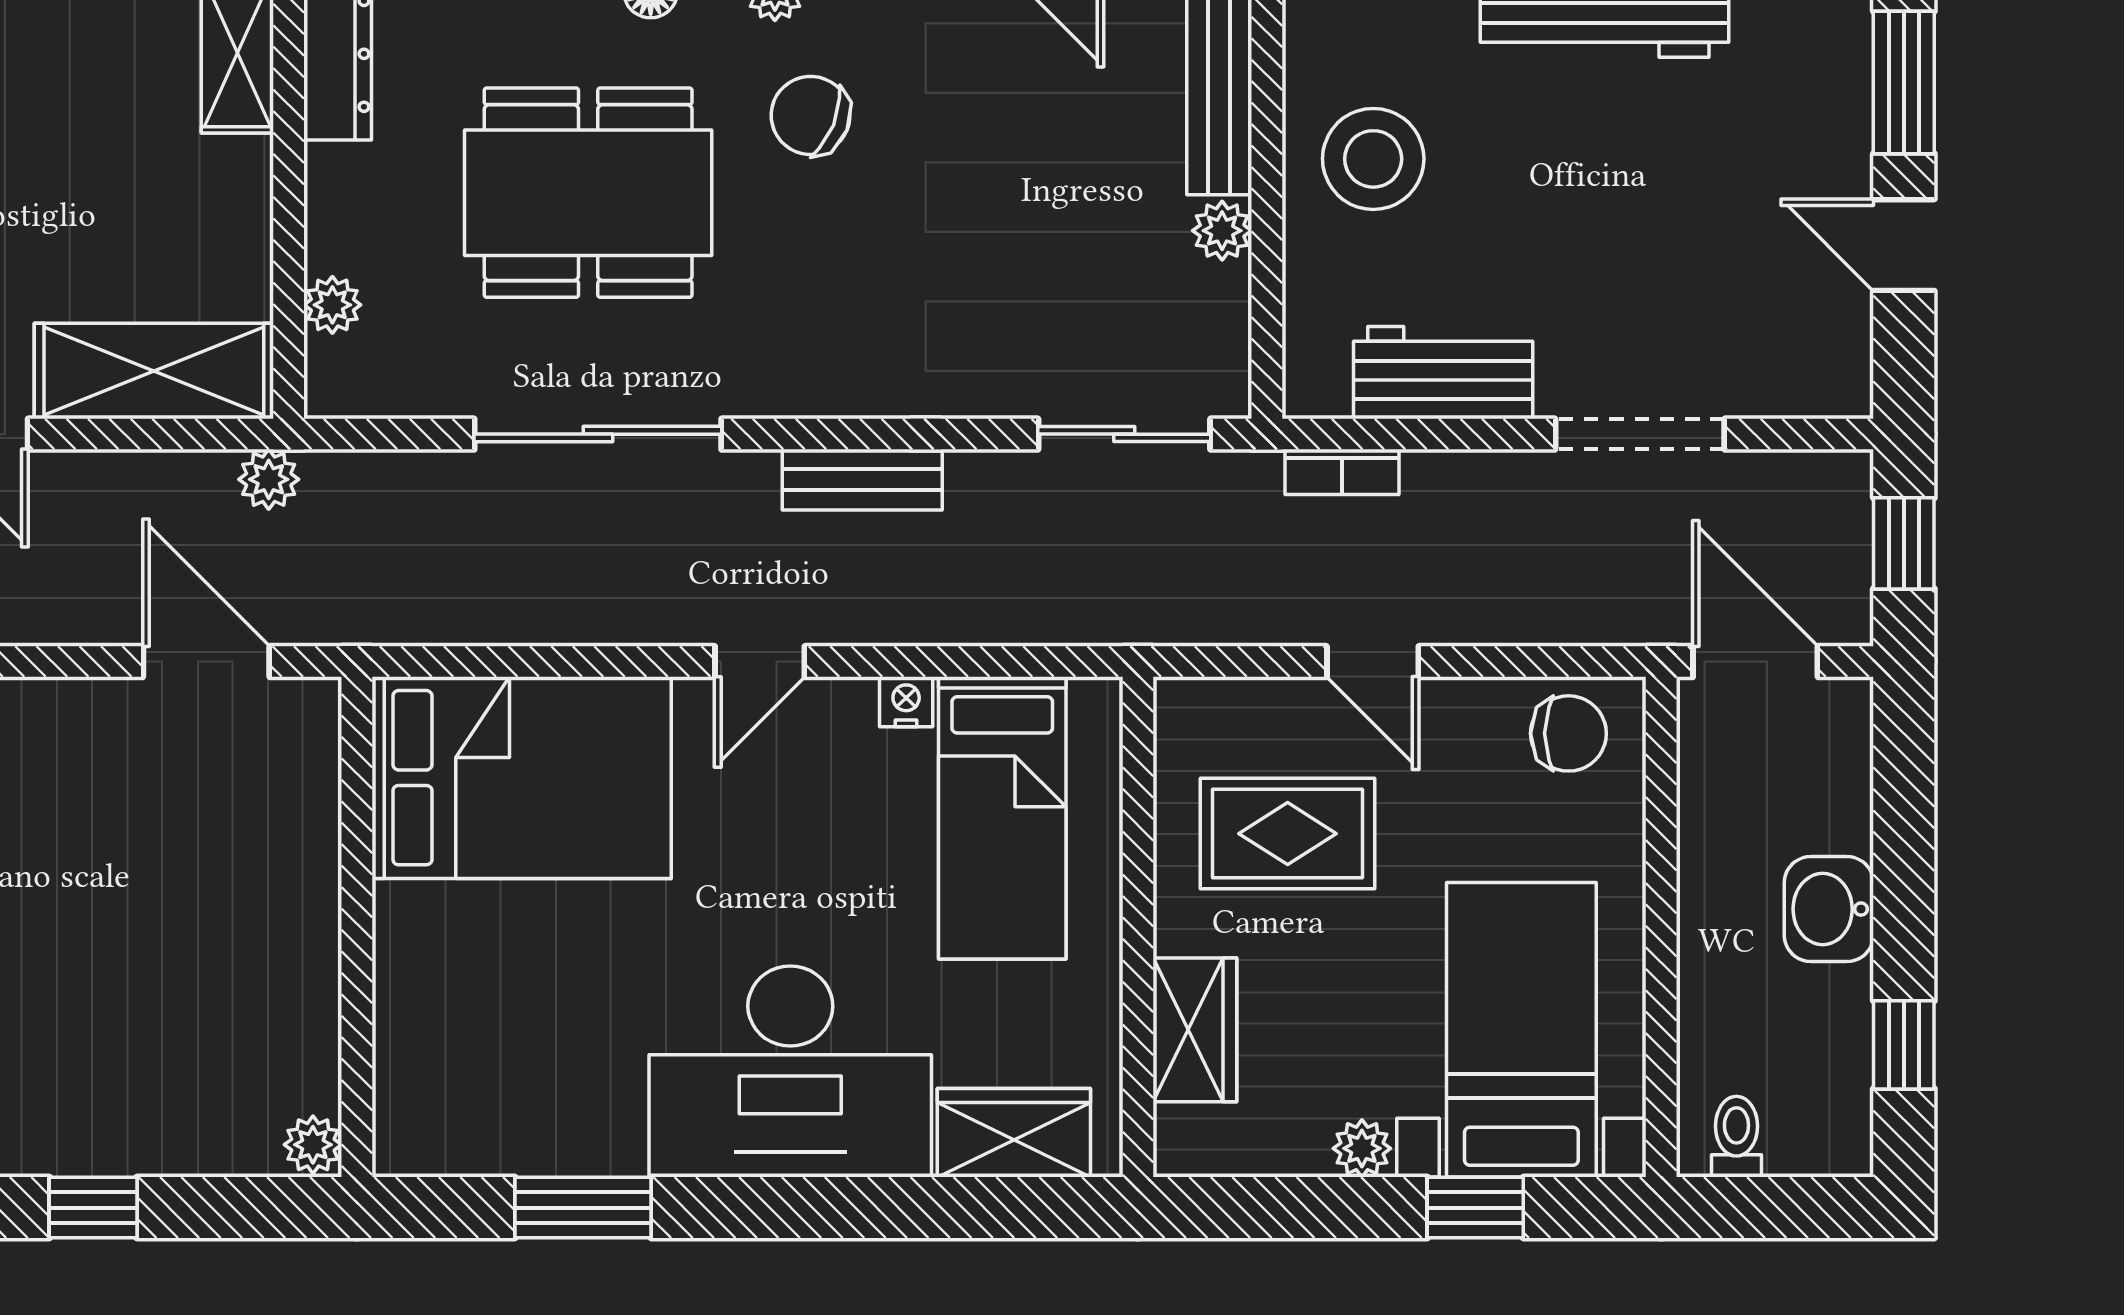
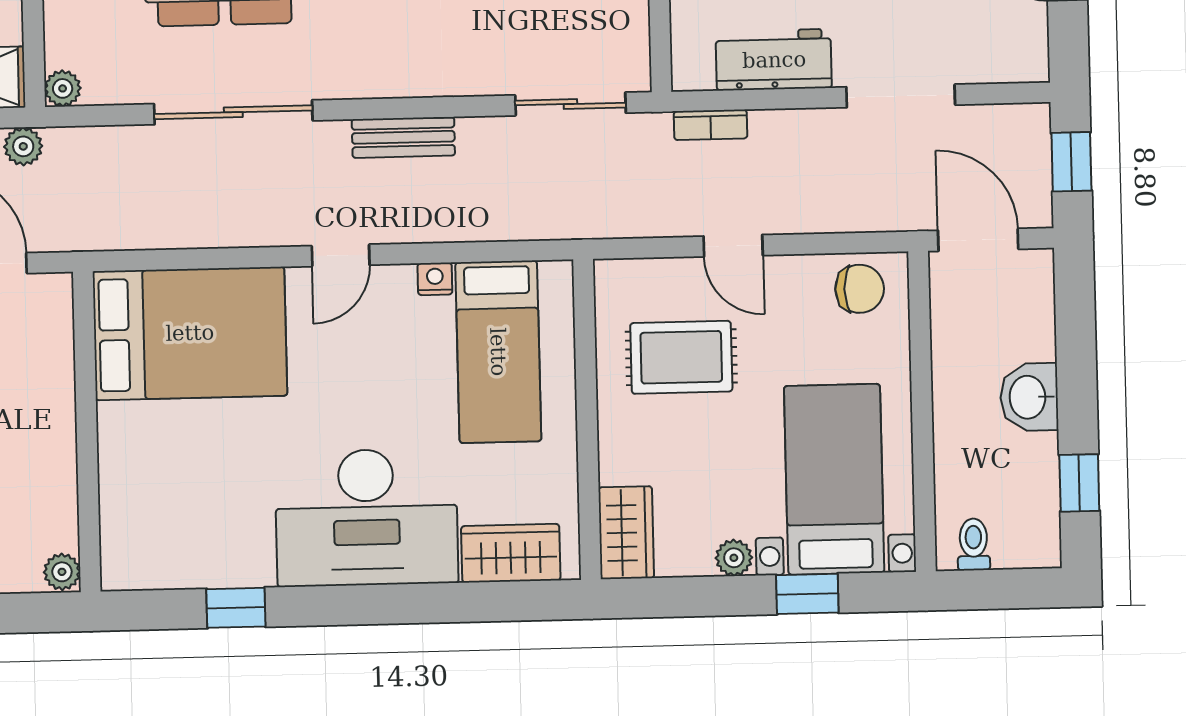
plant: (332, 305) -> (63, 88), moved
wardrobe: (1195, 1030) -> (626, 533), moved
window: (583, 1208) -> (236, 608), width x0.67

